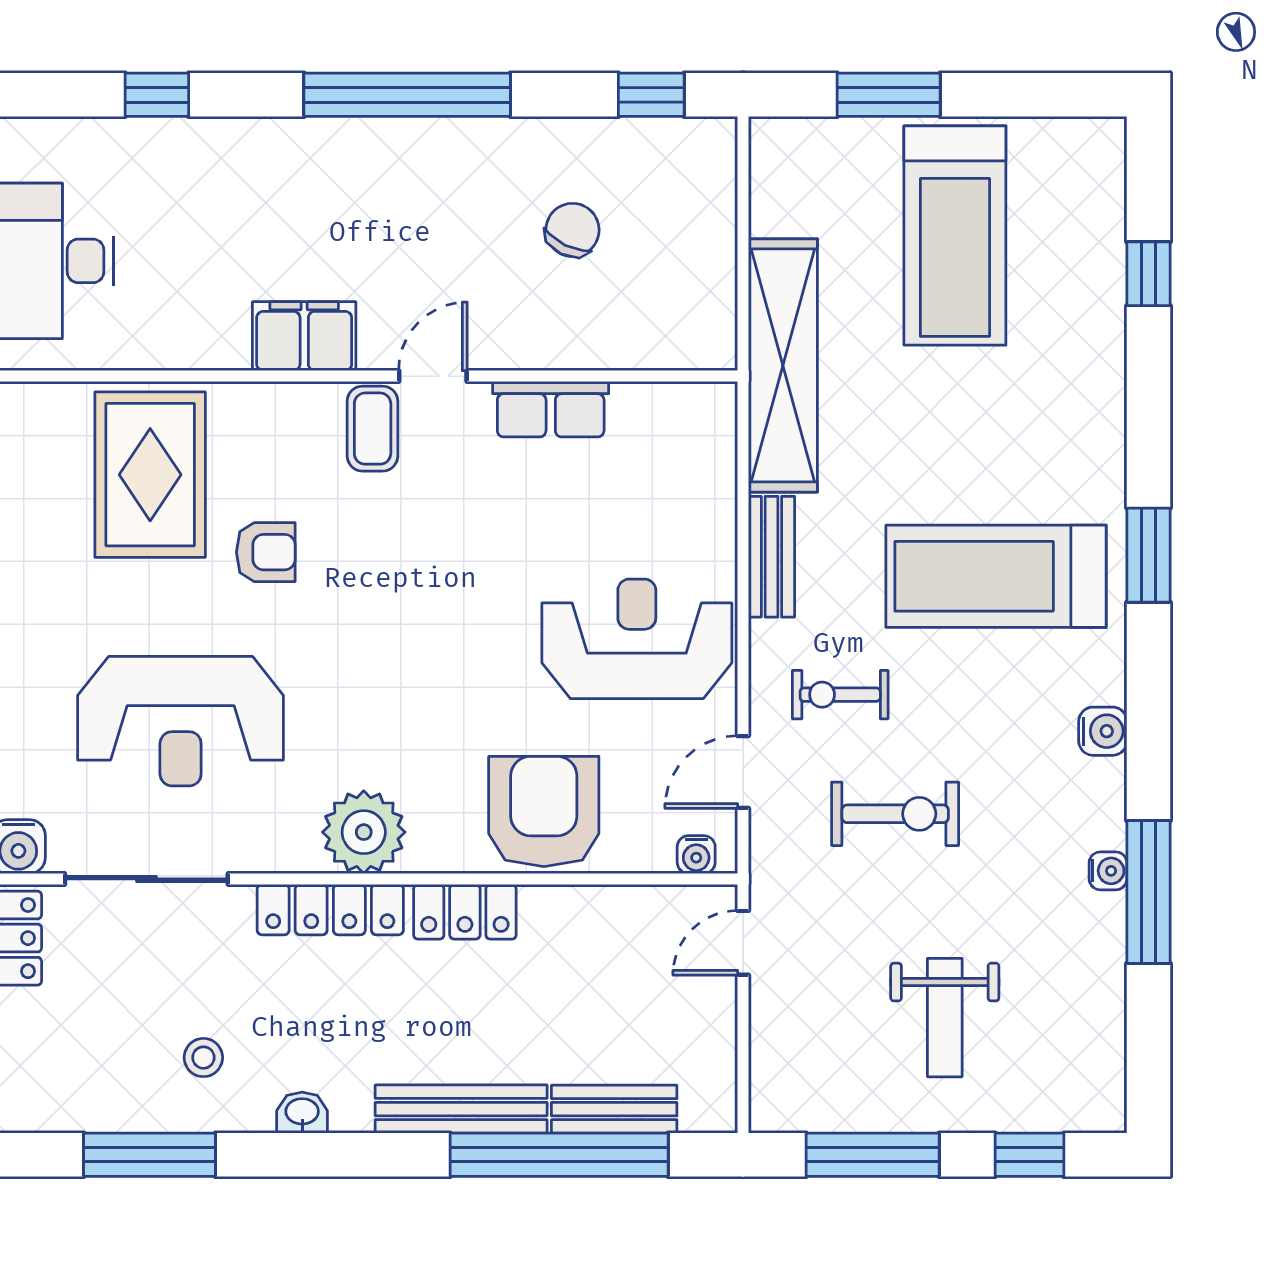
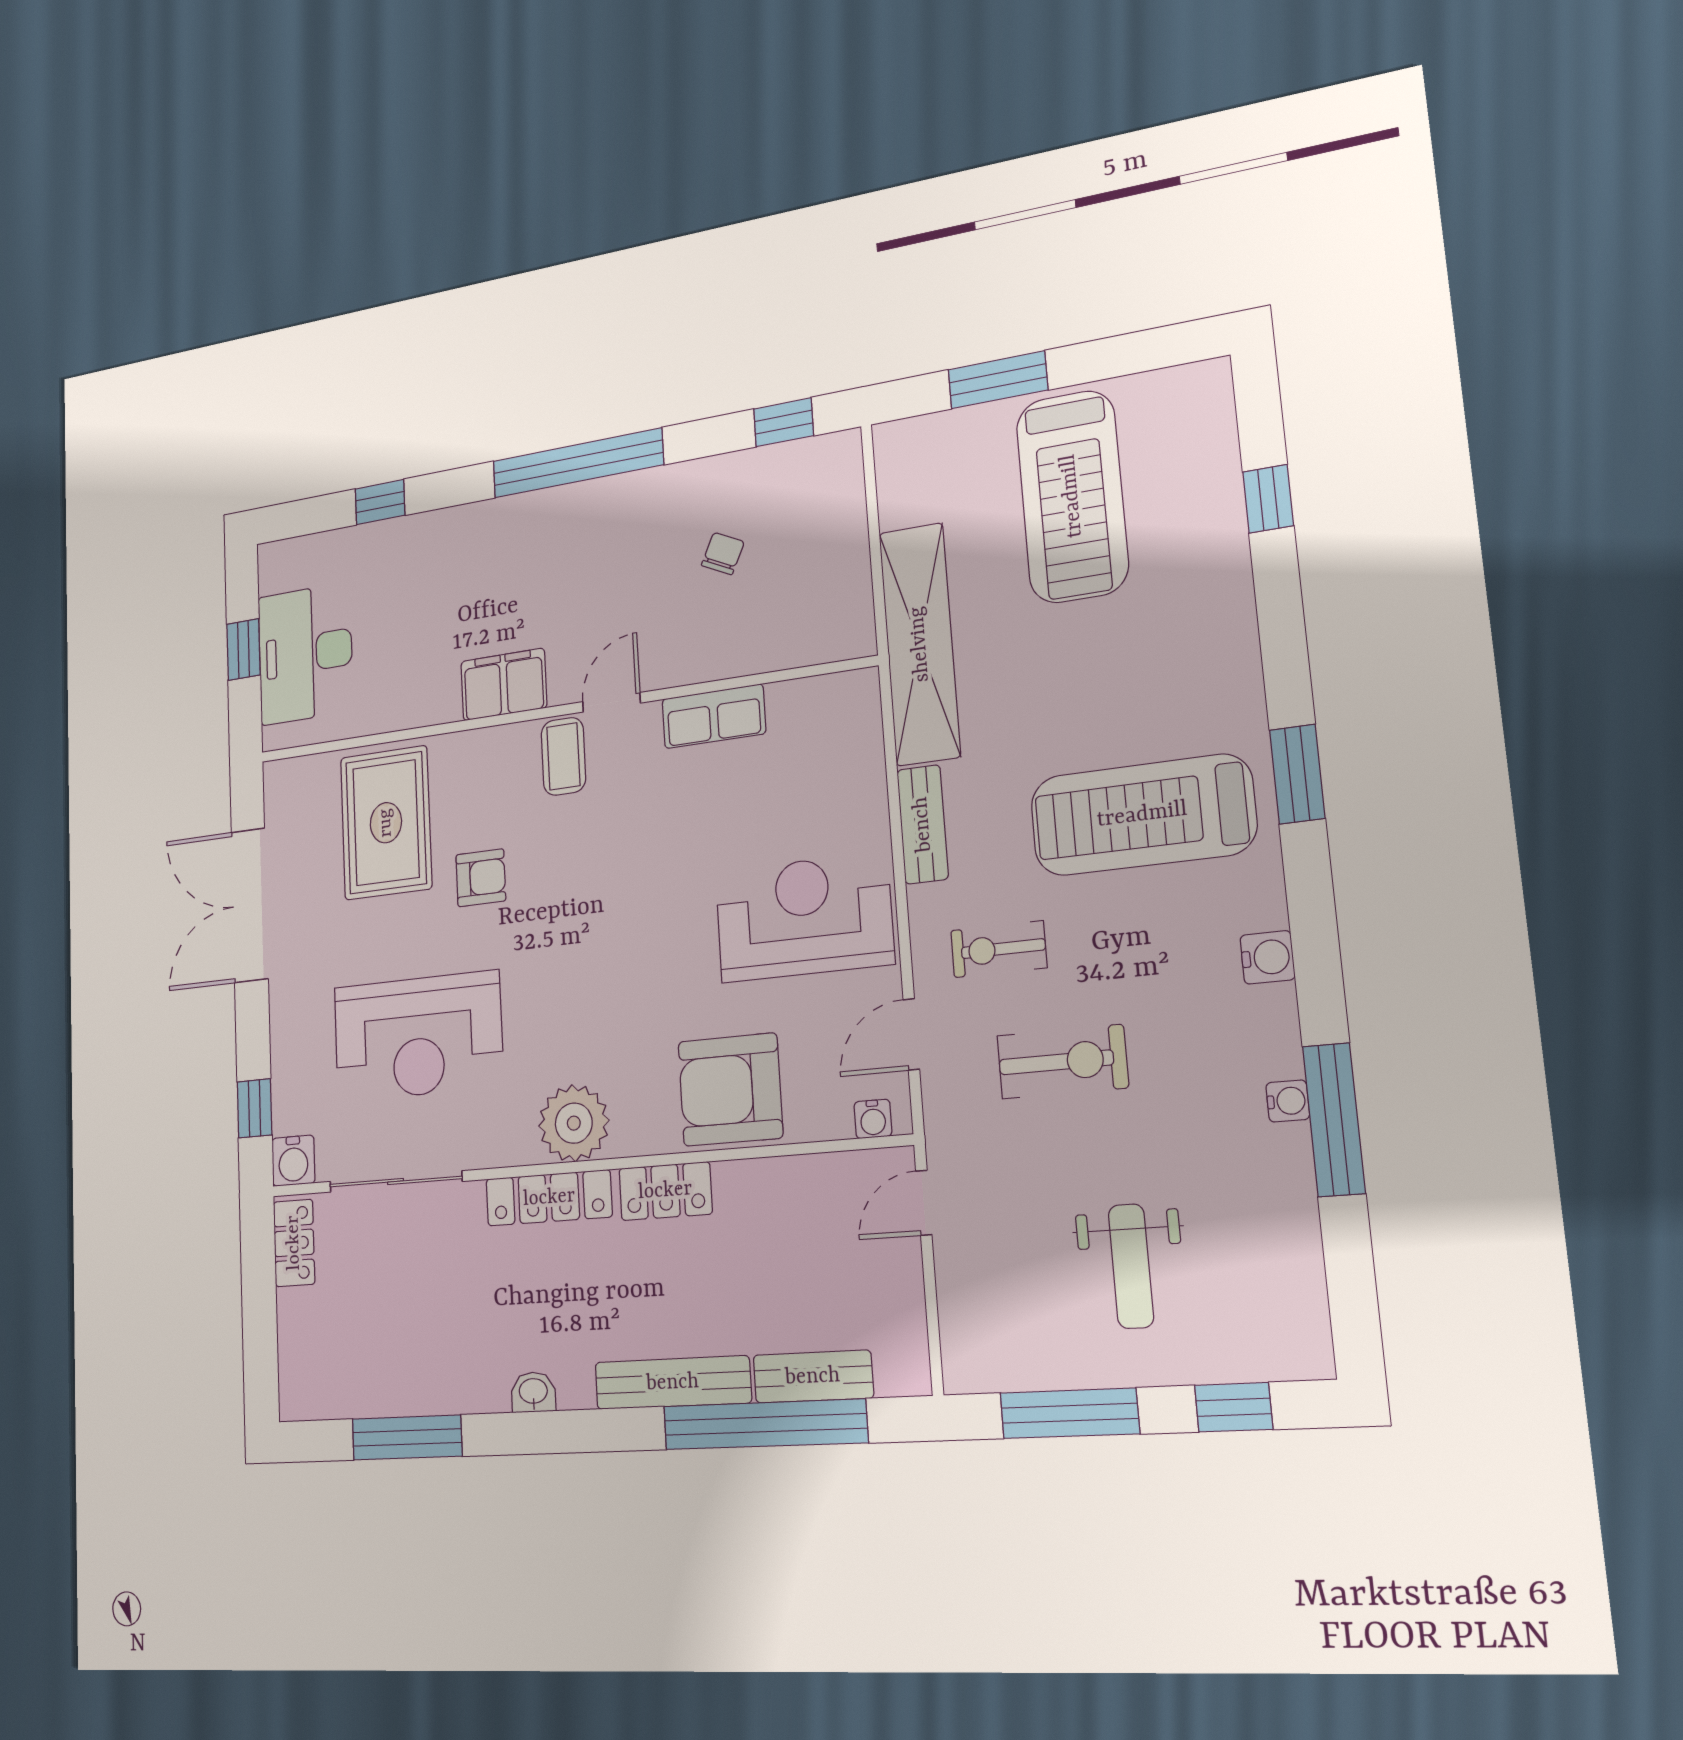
chair: (572, 230) -> (723, 554), width x0.73, depth x0.73
armchair: (544, 811) -> (730, 1090), turned -90
stool: (203, 1058) -> (448, 1344), removed

